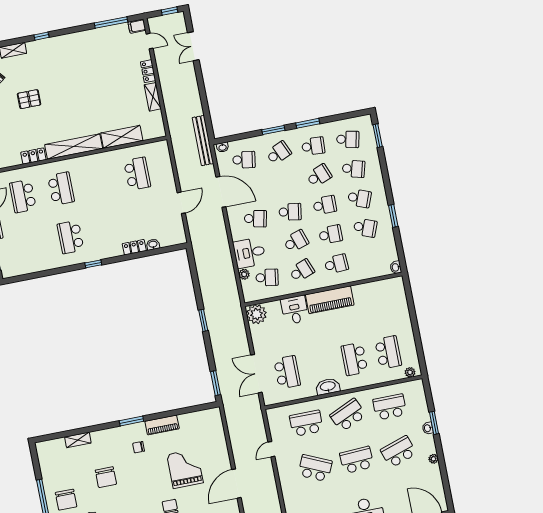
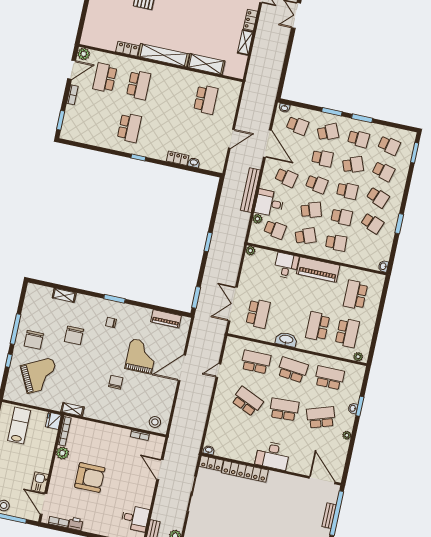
bench: (203, 141) -> (250, 190), moved
school desk: (284, 182) -> (322, 158), added
school desk: (70, 237) -> (129, 128), turned 180
school desk: (380, 309) -> (356, 295), added
plant: (257, 314) -> (250, 251), width x0.53, depth x0.53
school desk: (348, 415) -> (293, 370), turned 30
piano: (162, 425) -> (166, 319), moved
door: (236, 484) -> (182, 368), moved

